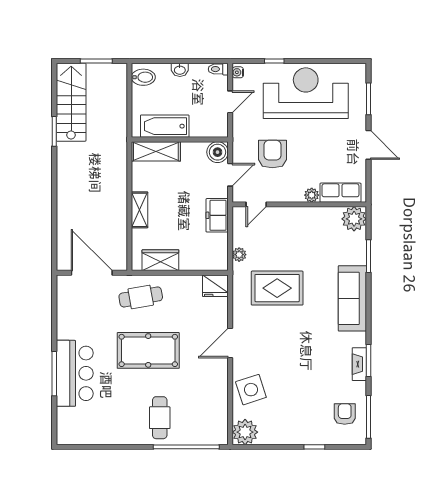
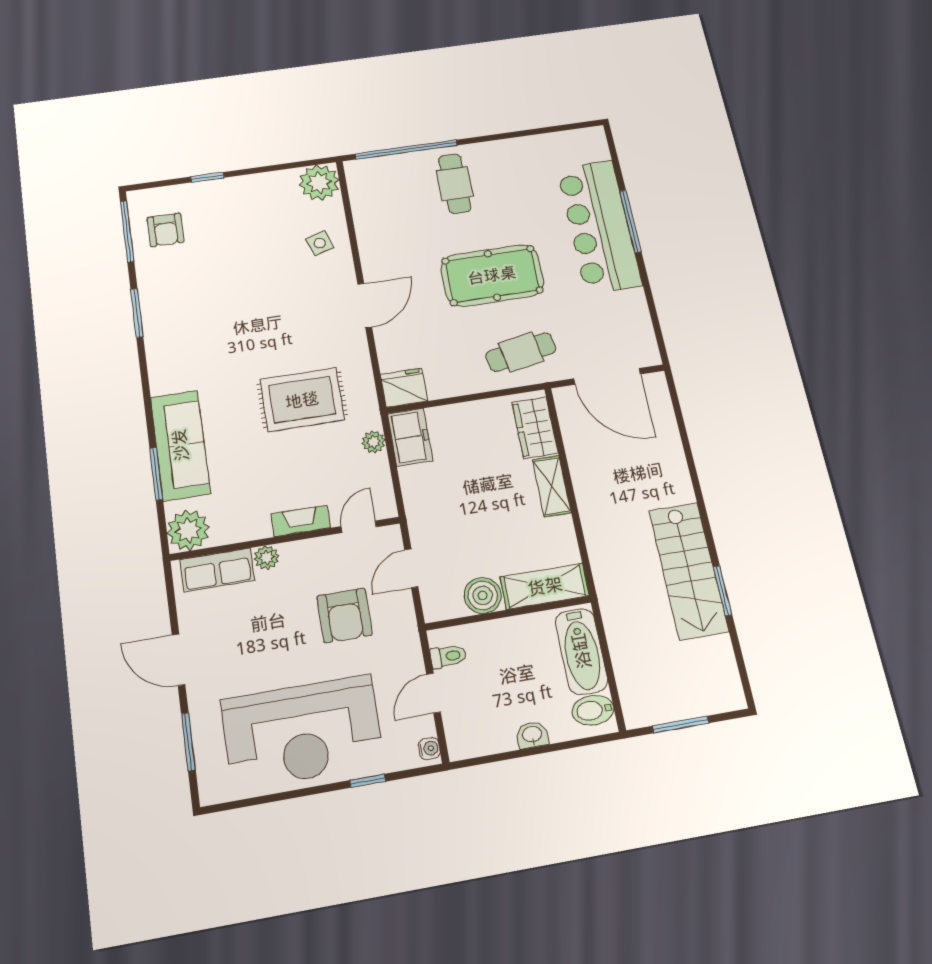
toilet: (218, 69) -> (448, 656), moved
stairs: (71, 102) -> (688, 571), moved
bathtub: (165, 126) -> (581, 651), moved, turned 90
boiler: (218, 152) -> (483, 595), moved
freezer: (217, 215) -> (410, 437), moved
wardrobe: (160, 260) -> (535, 428), moved, turned 90
sofa: (352, 298) -> (180, 445), moved
fireplace: (359, 364) -> (301, 521), moved, turned -90
bar counter: (75, 373) -> (599, 226), width x1.36
side table: (251, 390) -> (320, 243), width x0.54, depth x0.54

